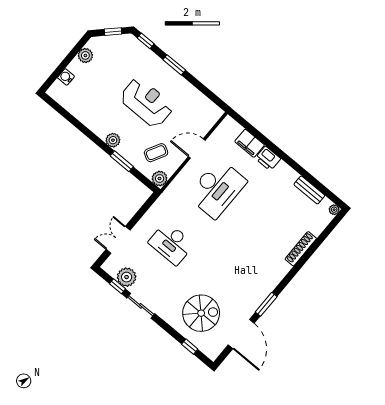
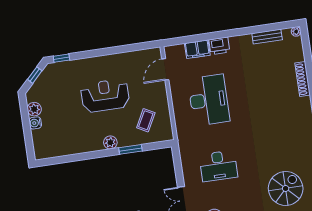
window: (174, 65) -> (96, 53), removed
water cooler: (66, 77) -> (35, 123), moved
door: (197, 148) -> (165, 69), moved
plant: (160, 179) -> (166, 134), removed

